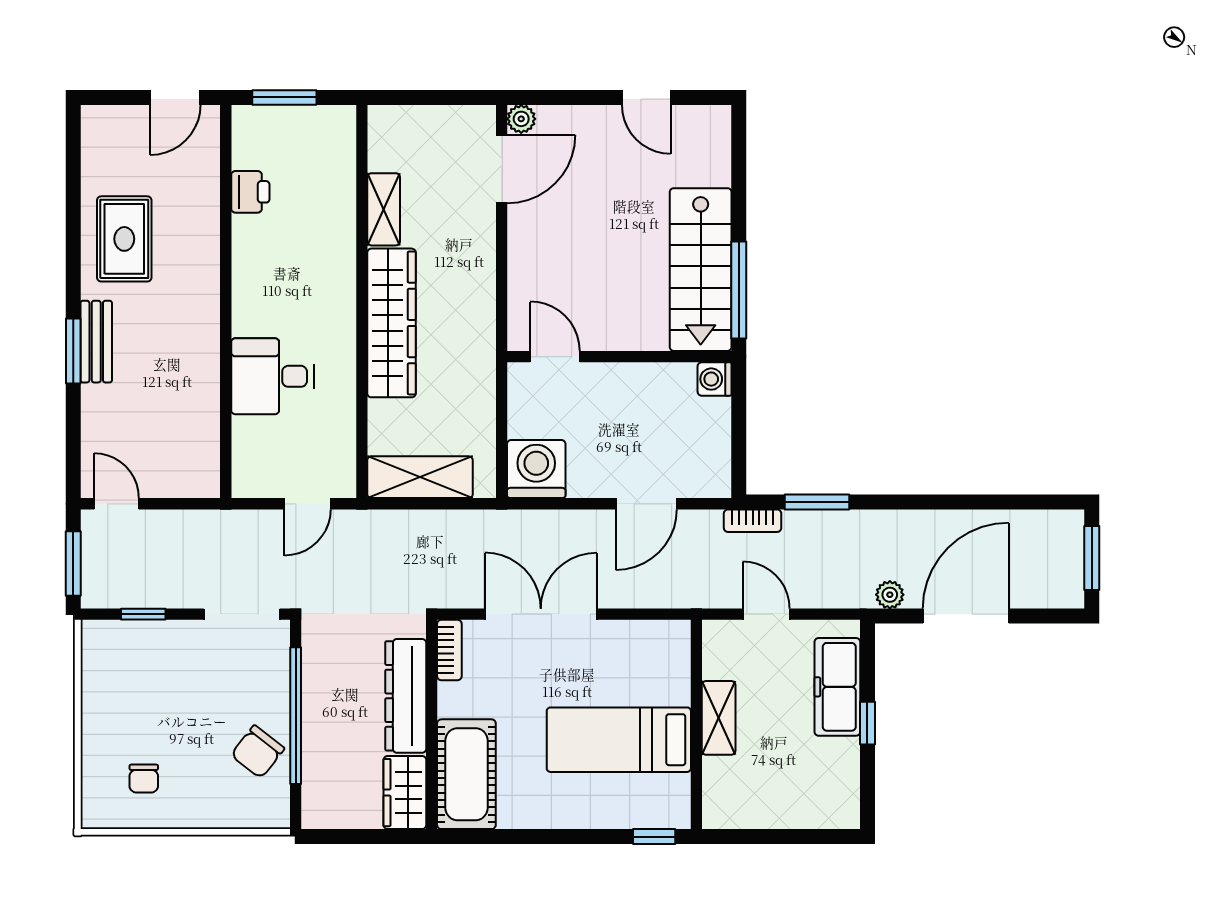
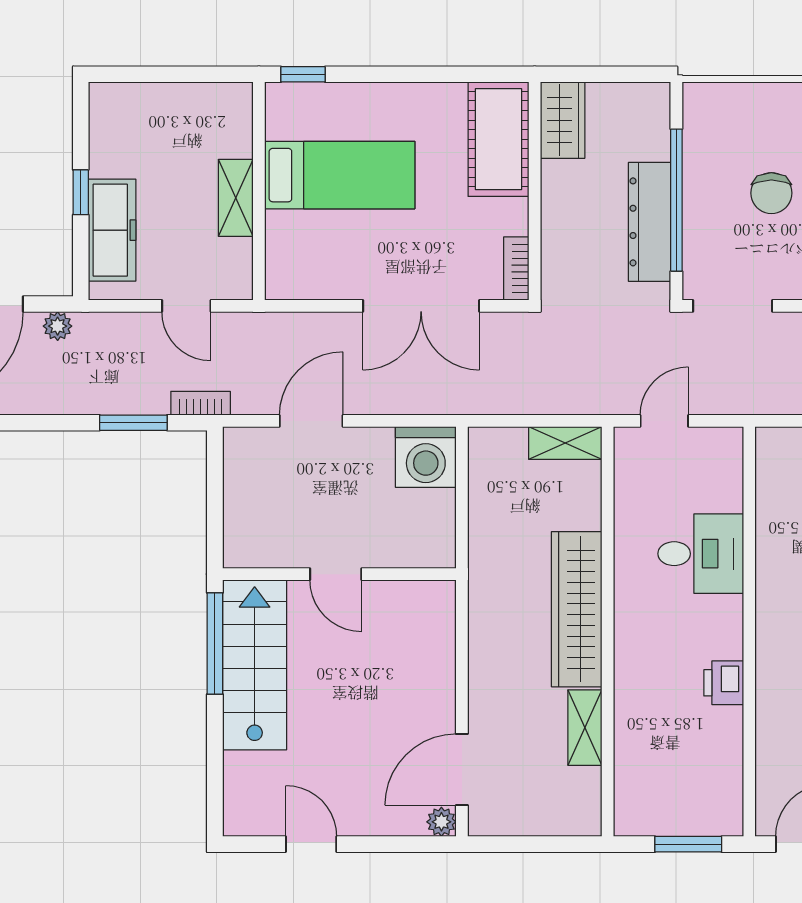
printer: (250, 192) -> (724, 683), moved
door: (555, 357) -> (336, 574), moved
washing machine: (715, 379) -> (240, 551), removed
shelving: (420, 477) -> (565, 443), width x0.67, depth x0.75
dresser: (406, 696) -> (650, 222), moved, turned 180
chair: (258, 752) -> (771, 193), moved, turned 142

